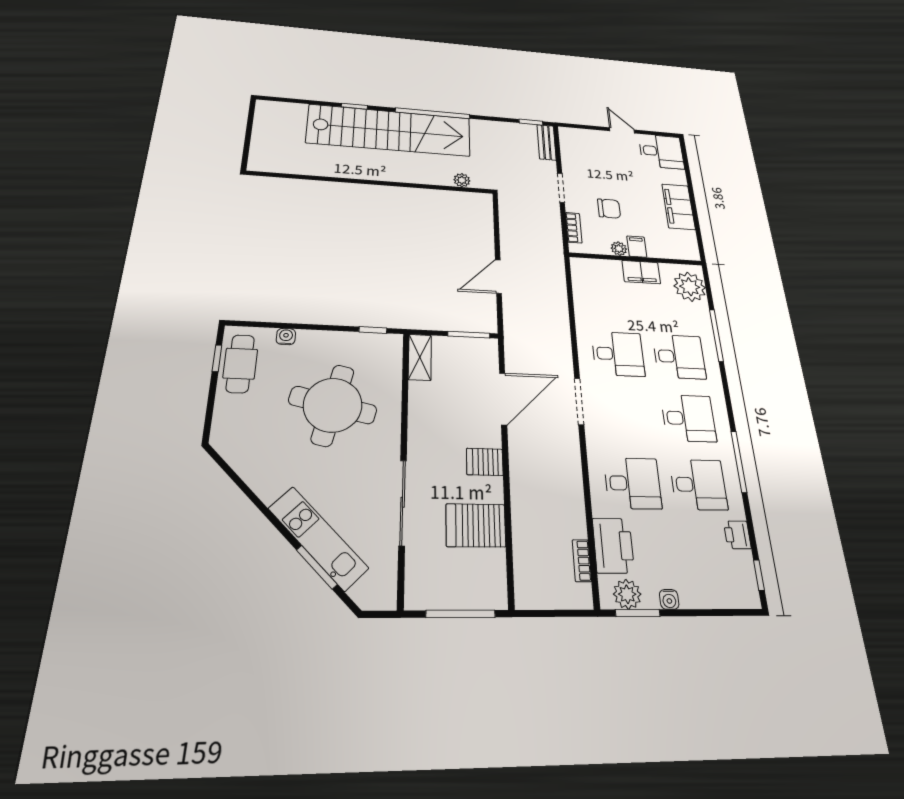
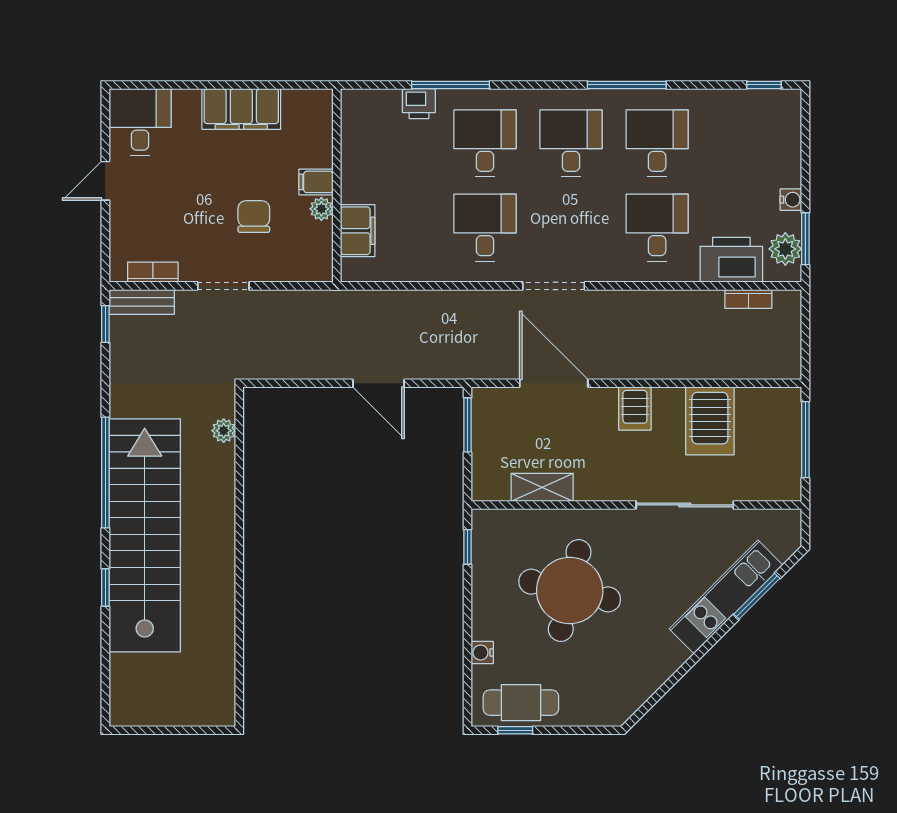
bookcase: (574, 228) -> (153, 272), moved
filing cabinet: (641, 272) -> (358, 231), moved
plant: (690, 287) -> (377, 112), removed
shelving: (420, 357) -> (542, 487), moved
printer: (737, 535) -> (419, 104), moved

